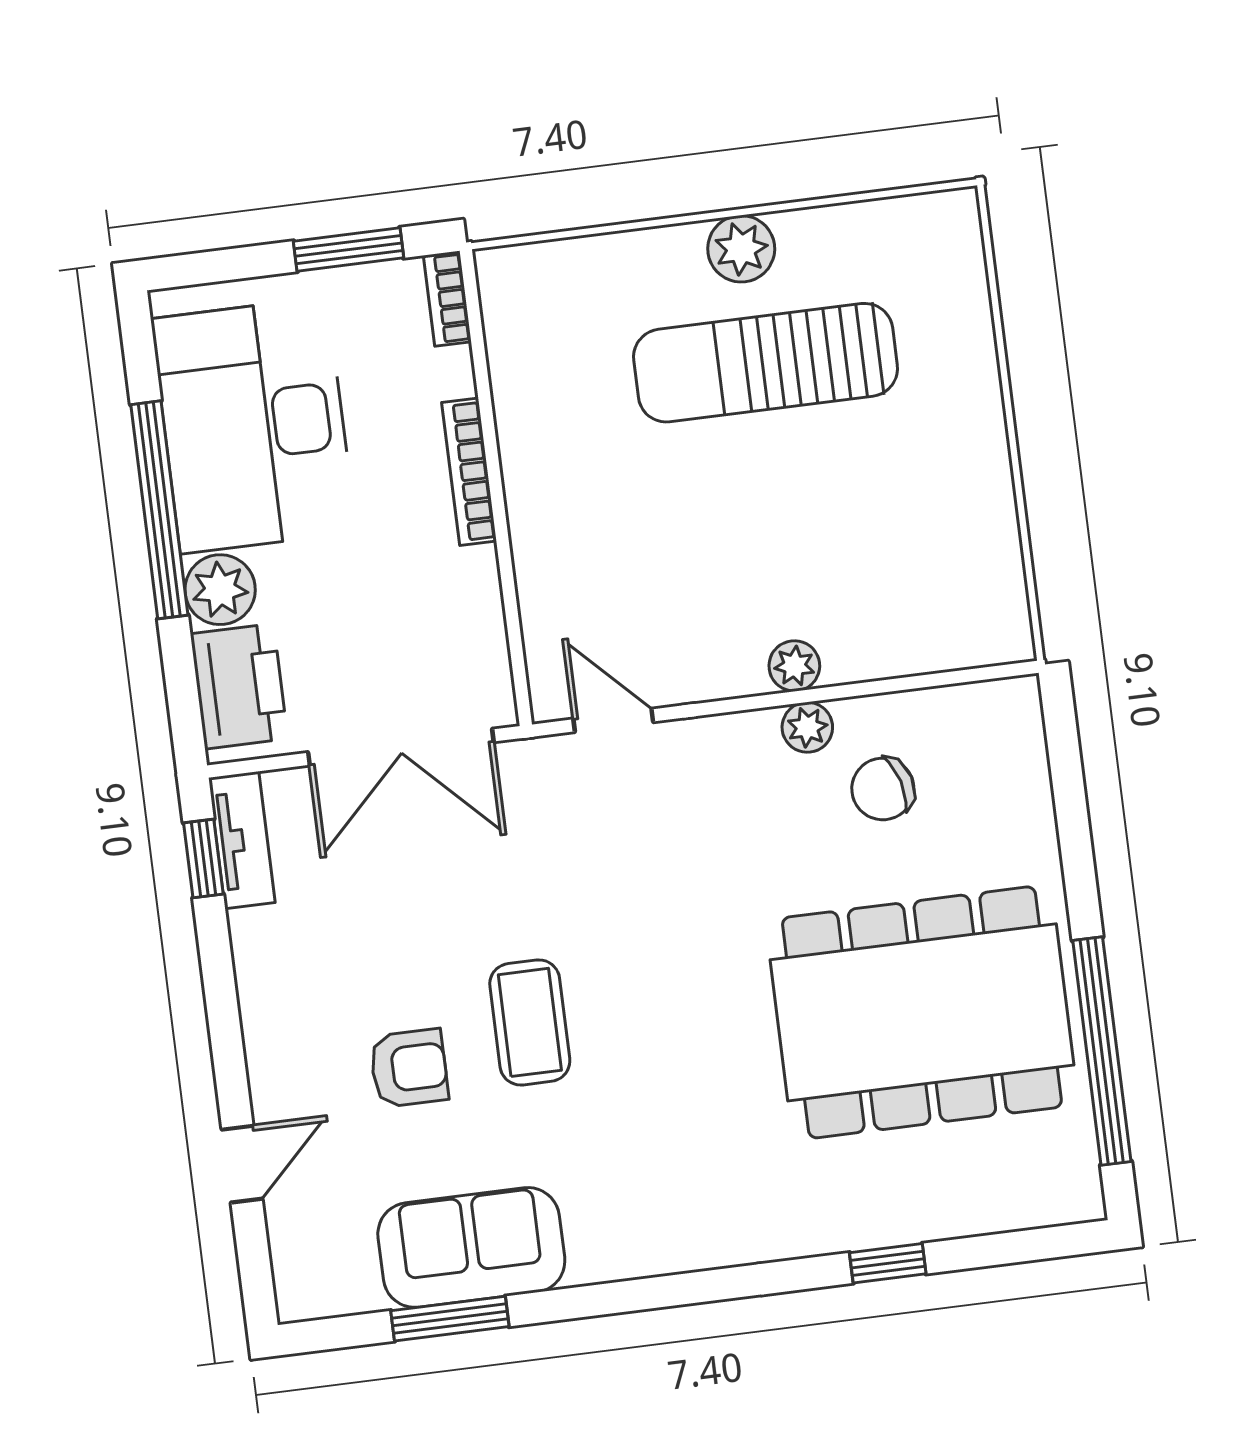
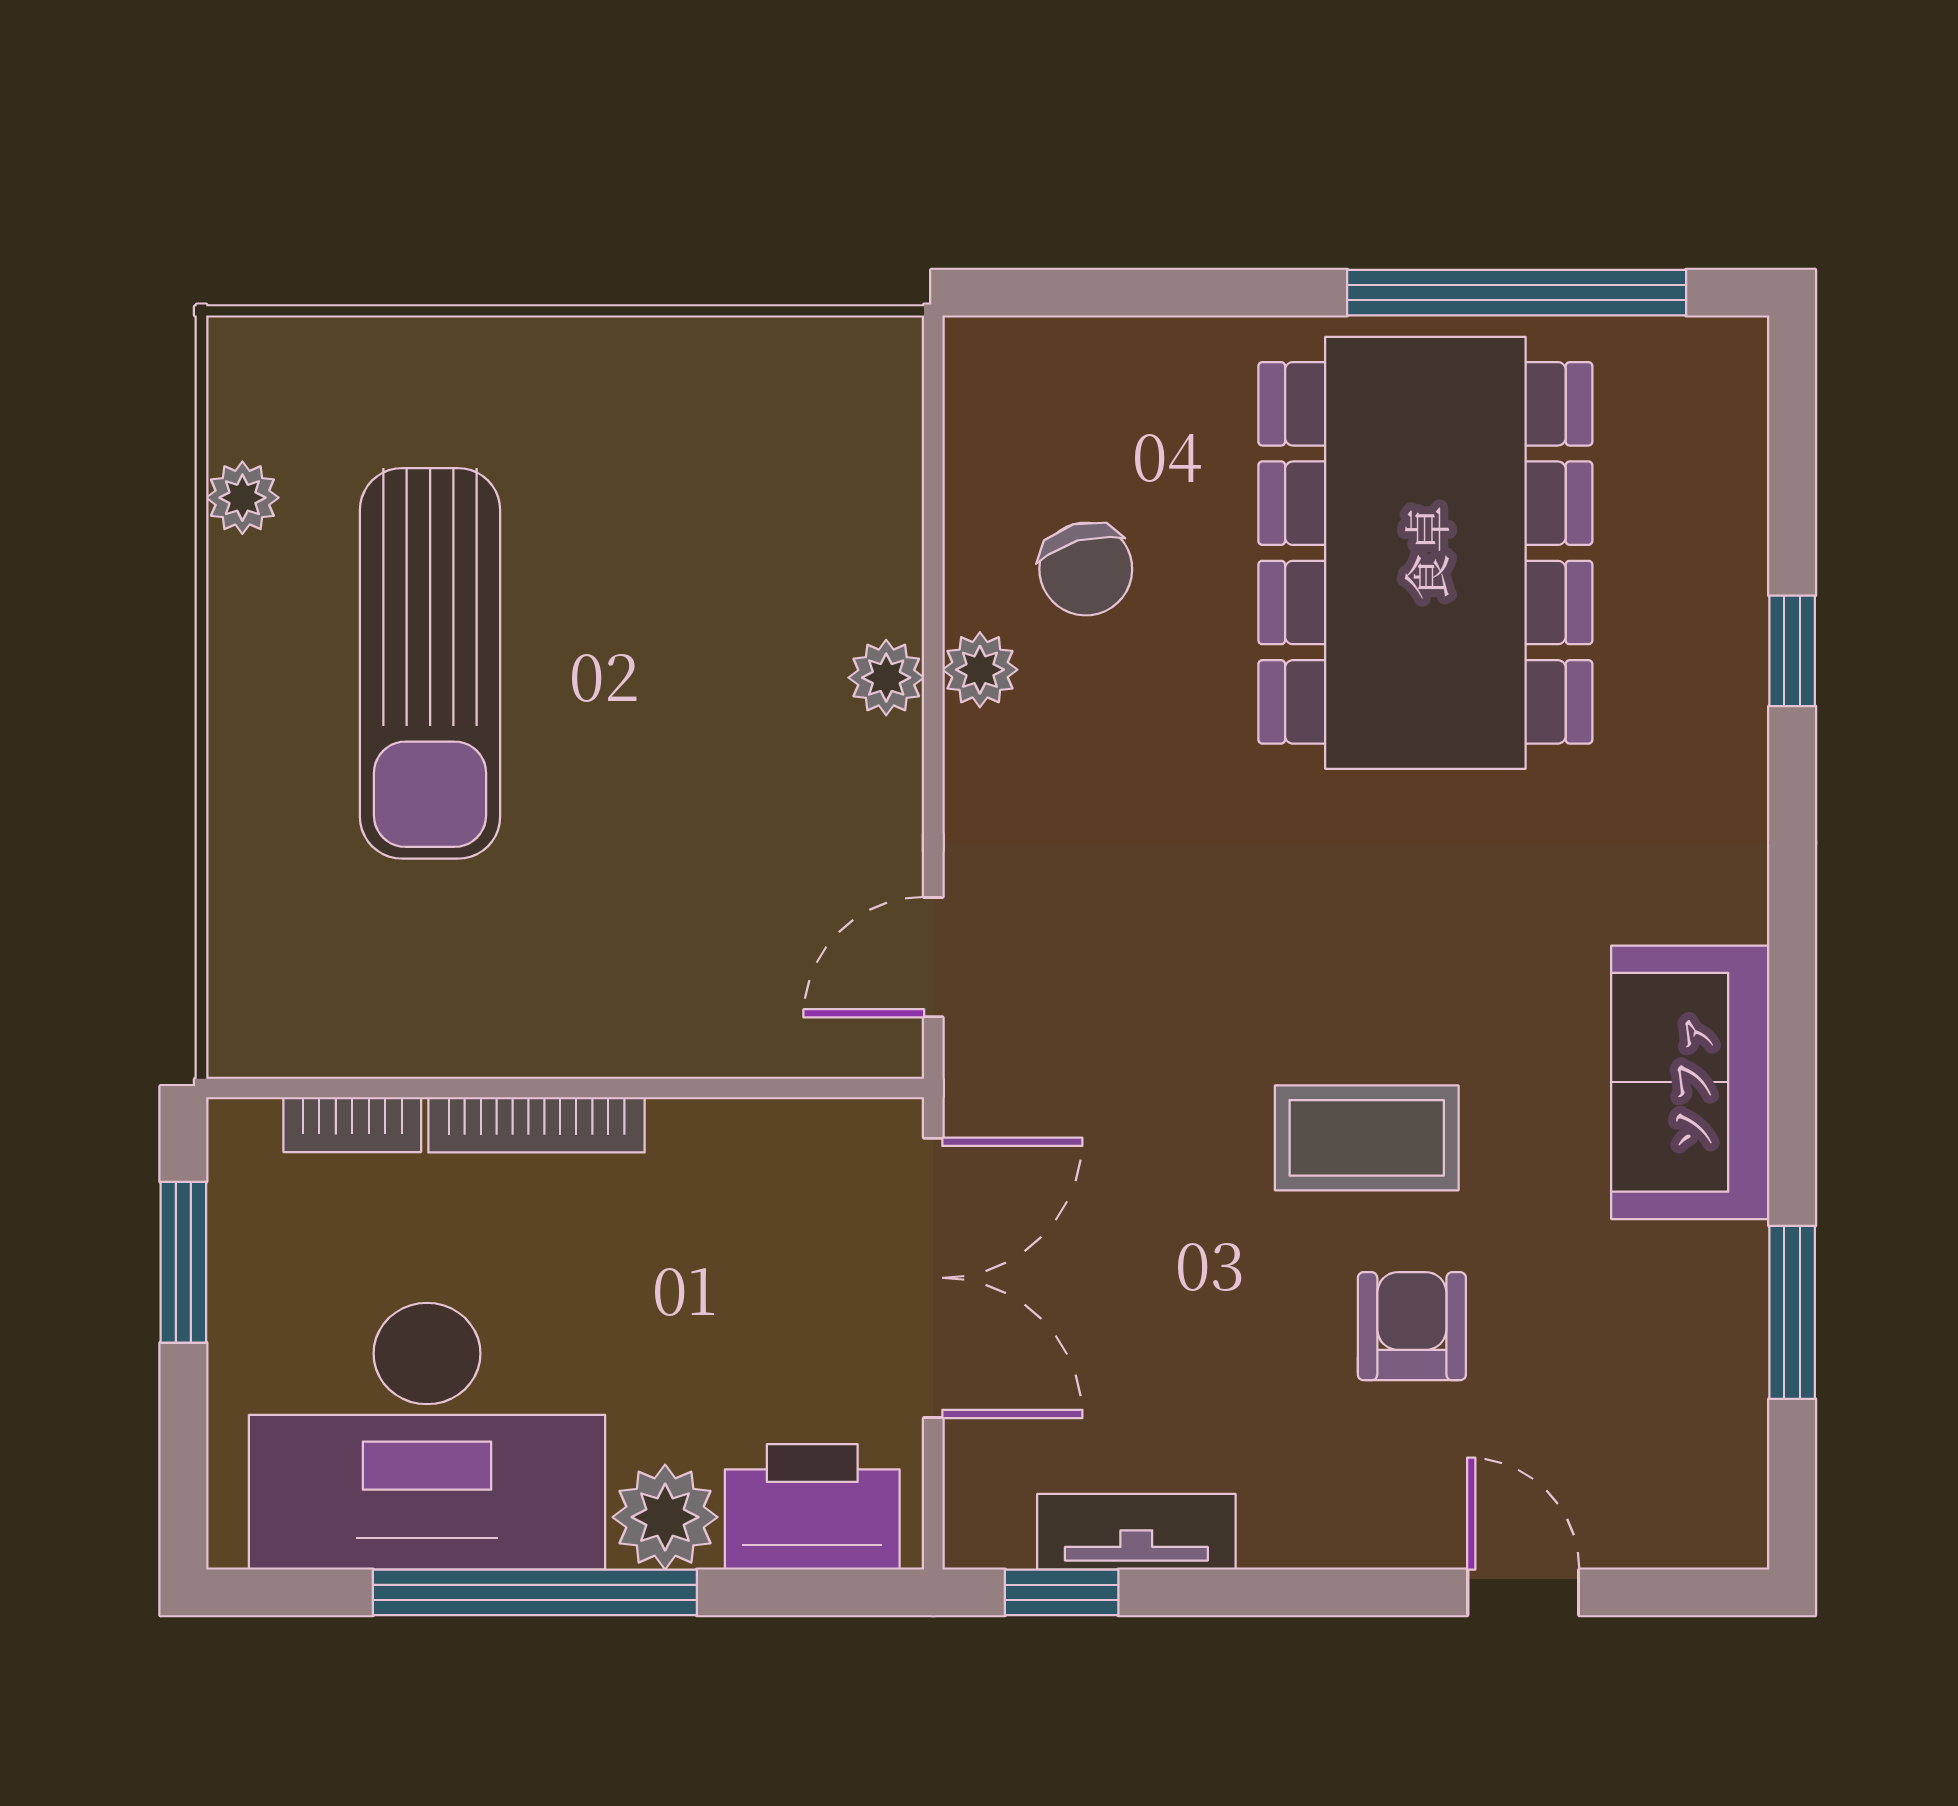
plant: (741, 249) -> (242, 498), moved, width x0.73, depth x0.73
bookcase: (447, 299) -> (352, 1125), moved
tv unit: (242, 840) -> (1136, 1532), moved
sofa: (471, 1247) -> (1690, 1082), moved

